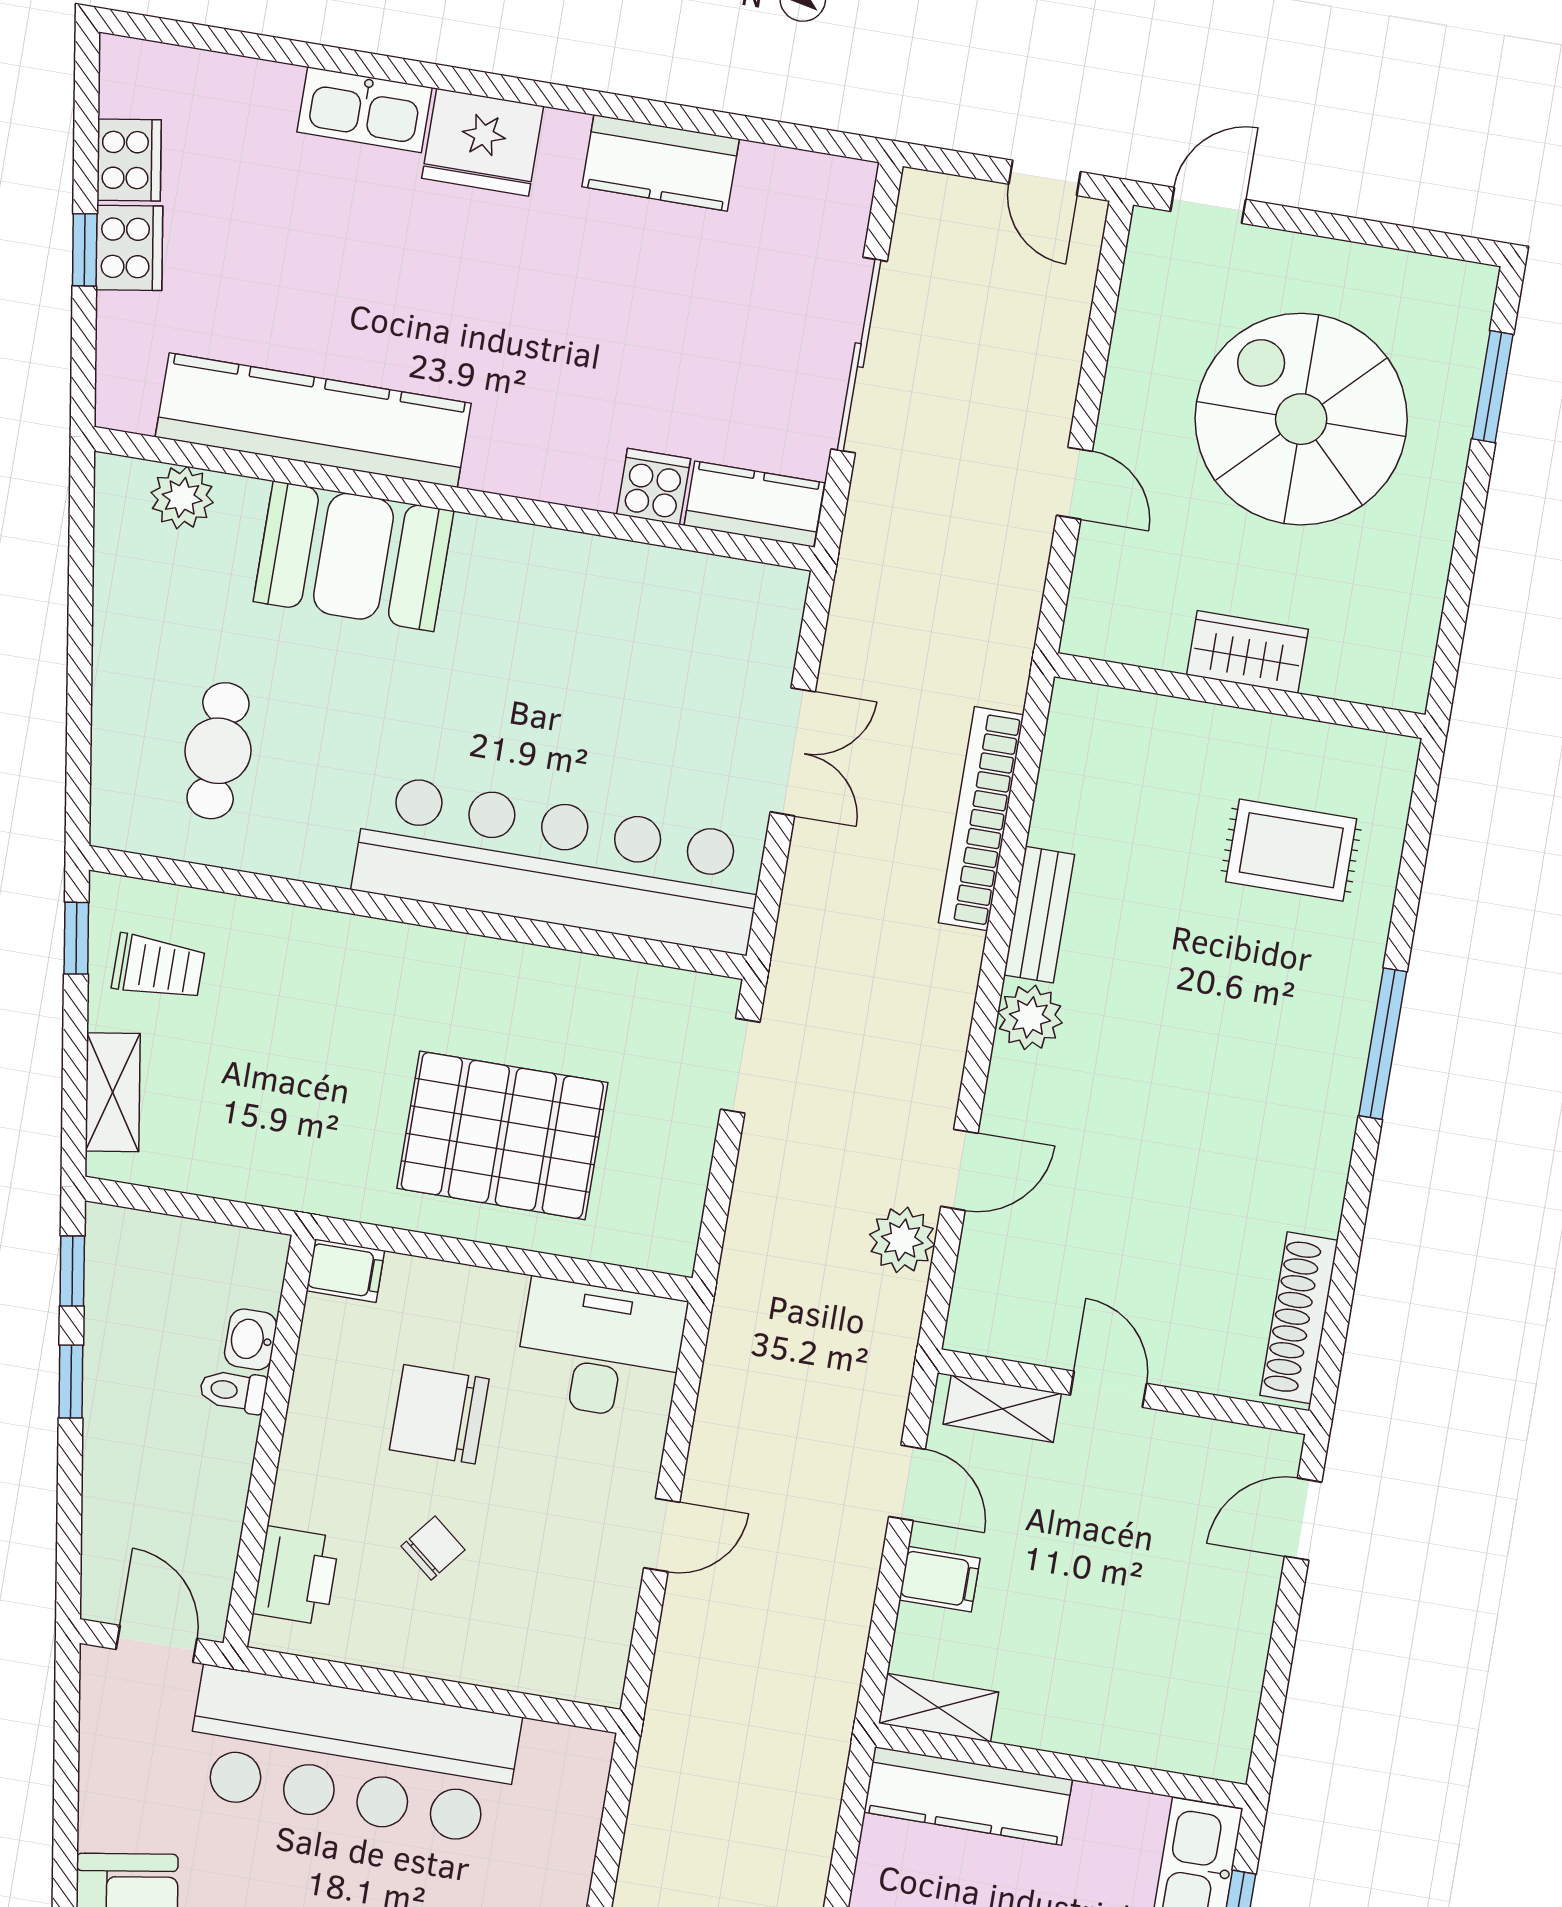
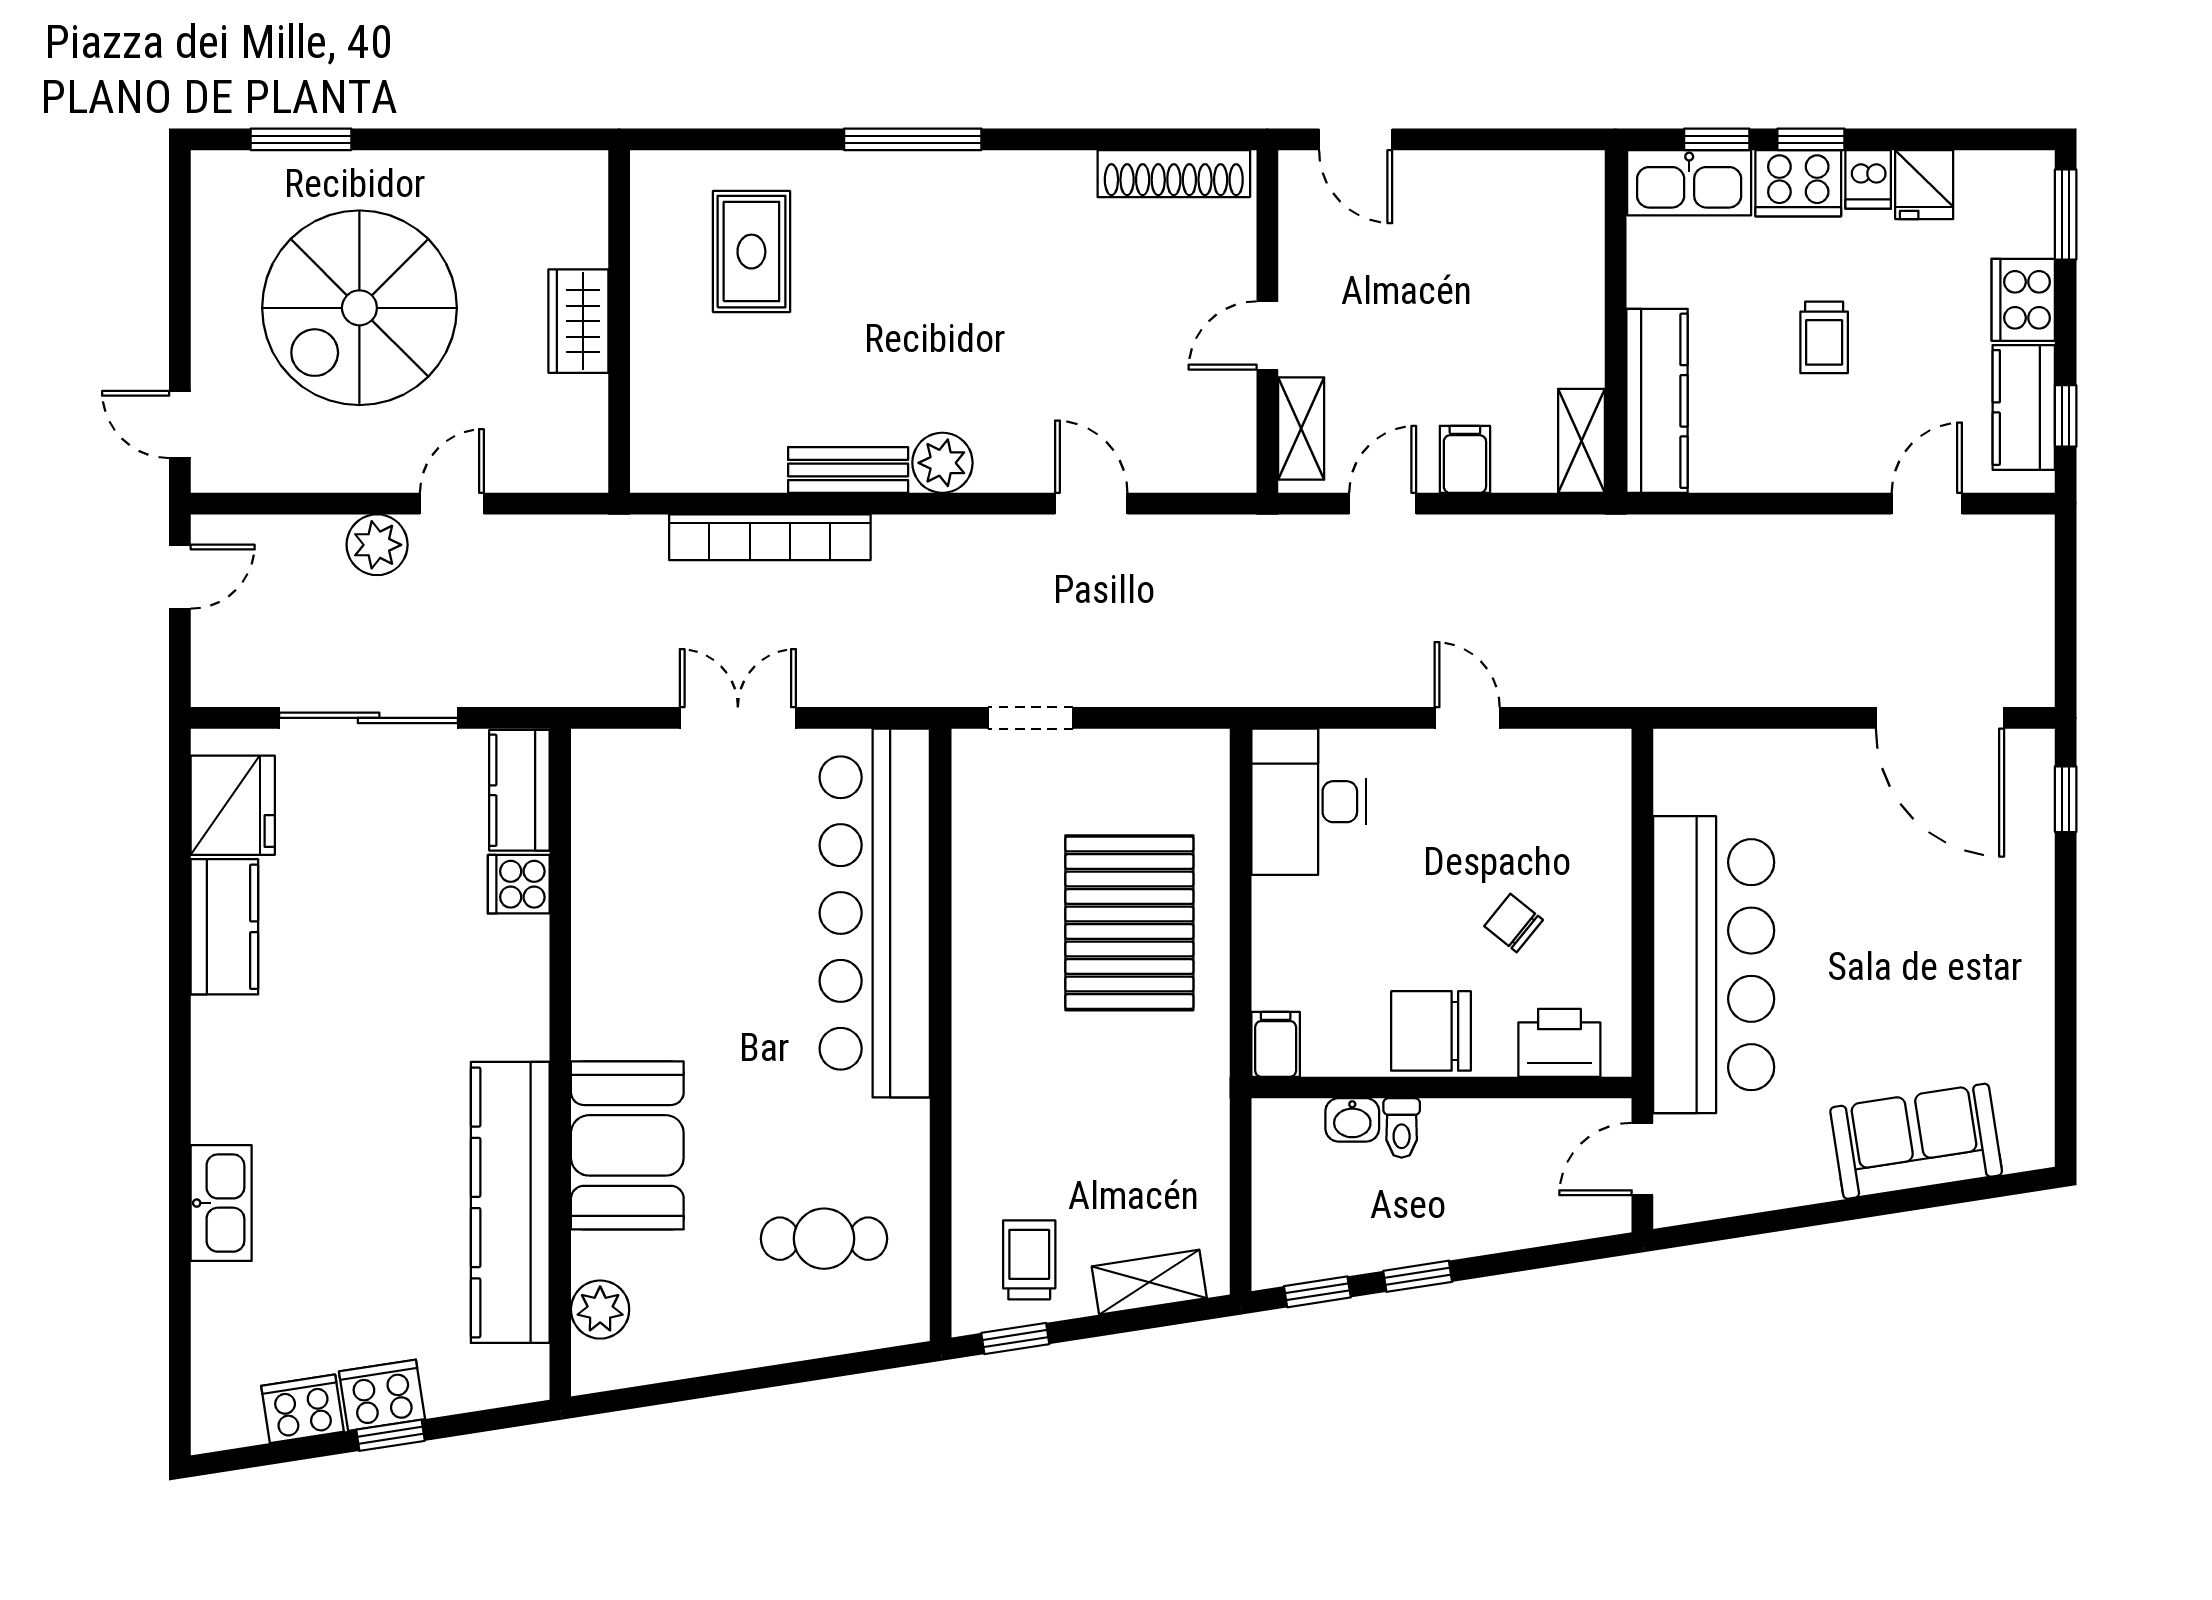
fridge: (483, 142) -> (233, 805), moved
plant: (902, 1240) -> (377, 545), moved
chair: (439, 1414) -> (1431, 1031), moved, turned 90

